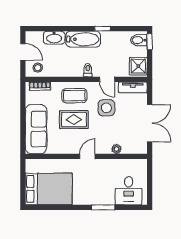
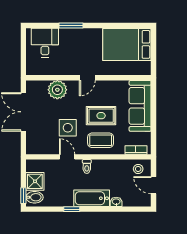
washbasin: (54, 38) -> (116, 202), width x0.52, depth x0.69
shower: (138, 66) -> (35, 181), moved
tv unit: (133, 87) -> (41, 149), removed
plant: (116, 149) -> (57, 90), width x1.87, depth x1.87

